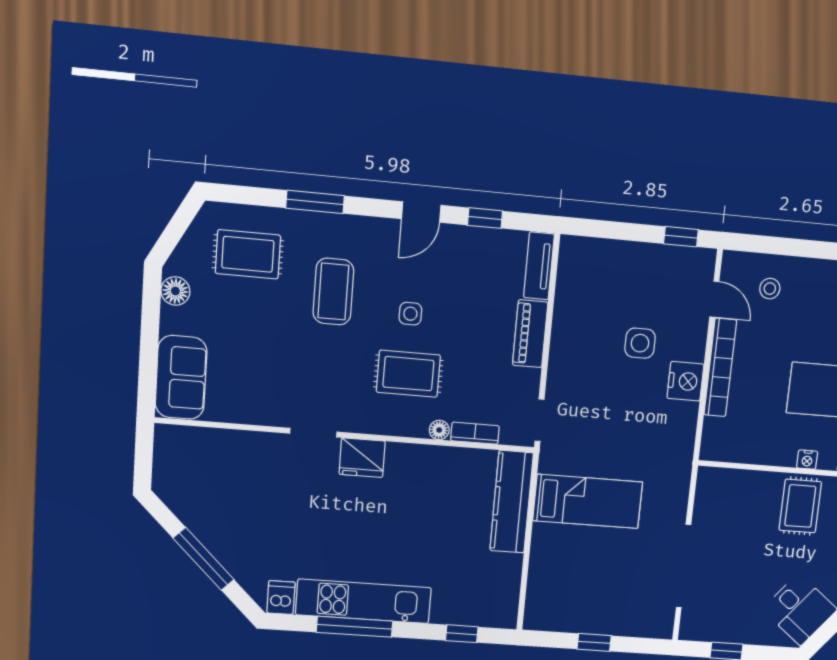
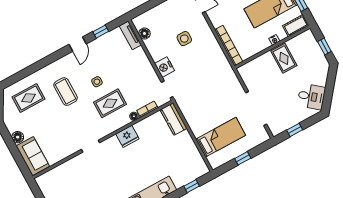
window: (315, 202) -> (40, 65), removed
floor lamp: (569, 281) -> (144, 33), added
floor lamp: (175, 291) -> (18, 137), moved
piano: (530, 334) -> (143, 61), removed
bookcase: (720, 368) -> (229, 46), moved
nightstand: (685, 381) -> (165, 67), moved, turned 180
fridge: (362, 458) -> (127, 136), moved
bed: (588, 501) -> (221, 137), moved
kitchen counter: (512, 502) -> (174, 119), width x0.67

